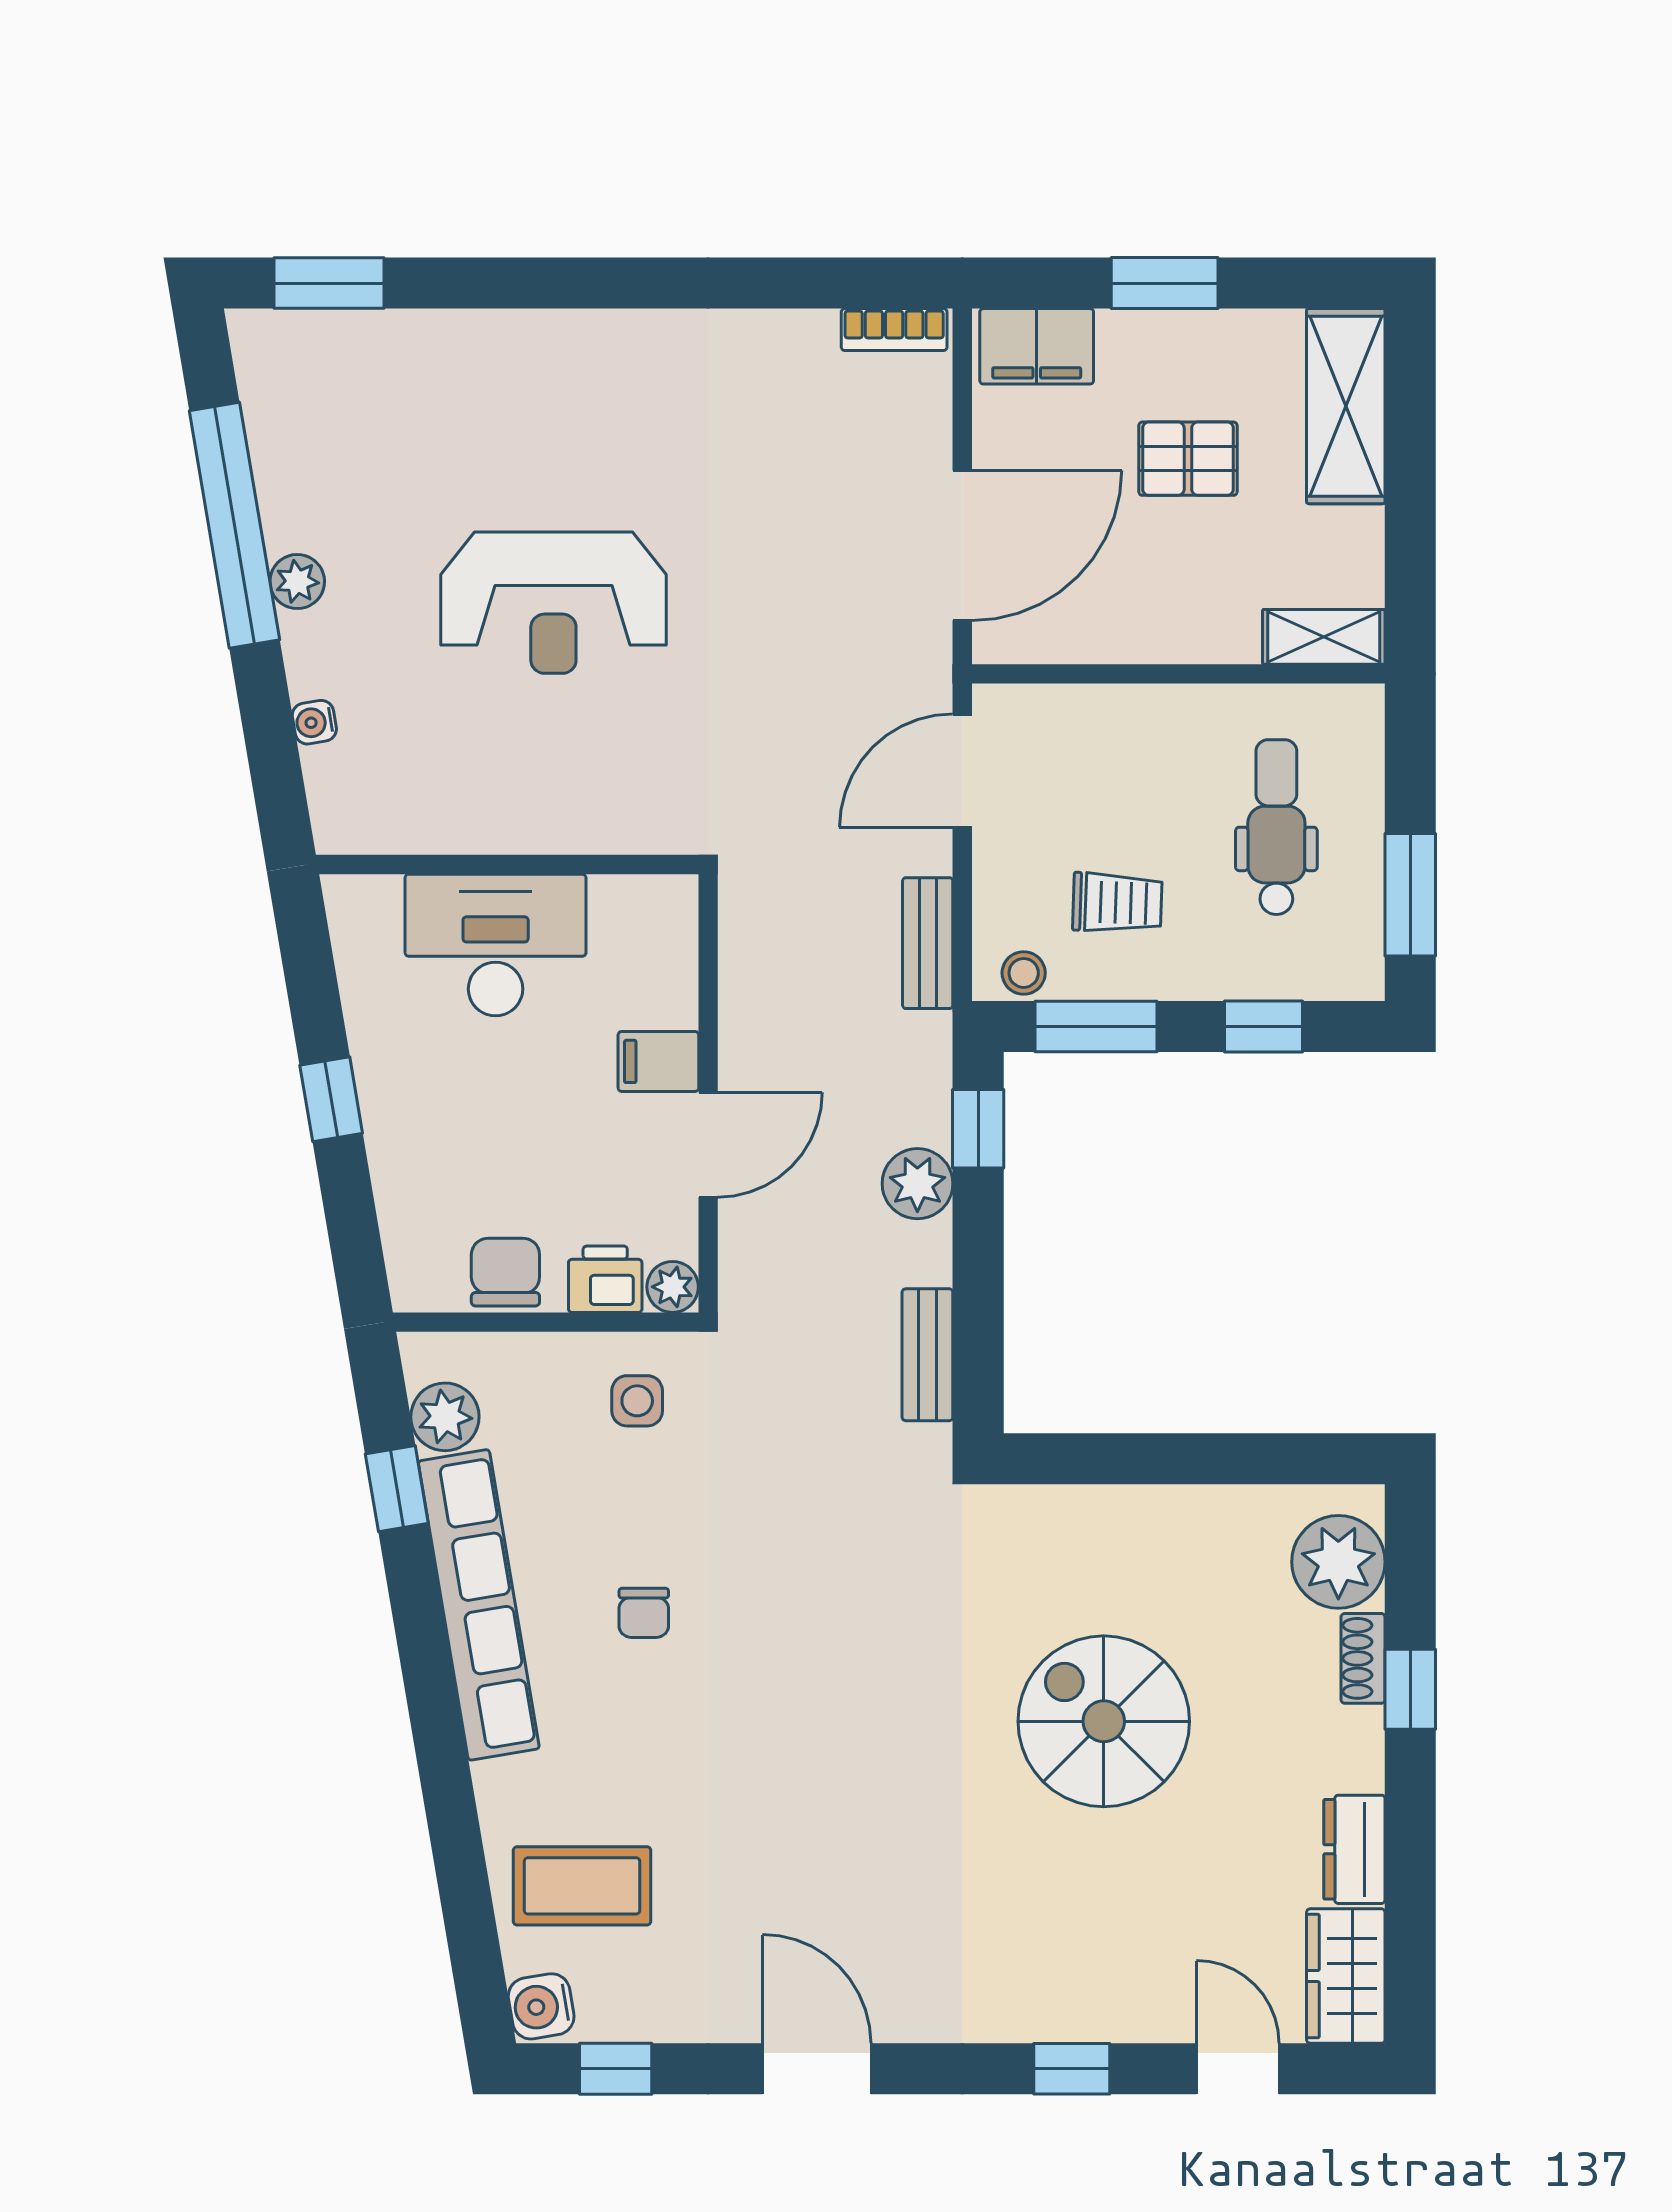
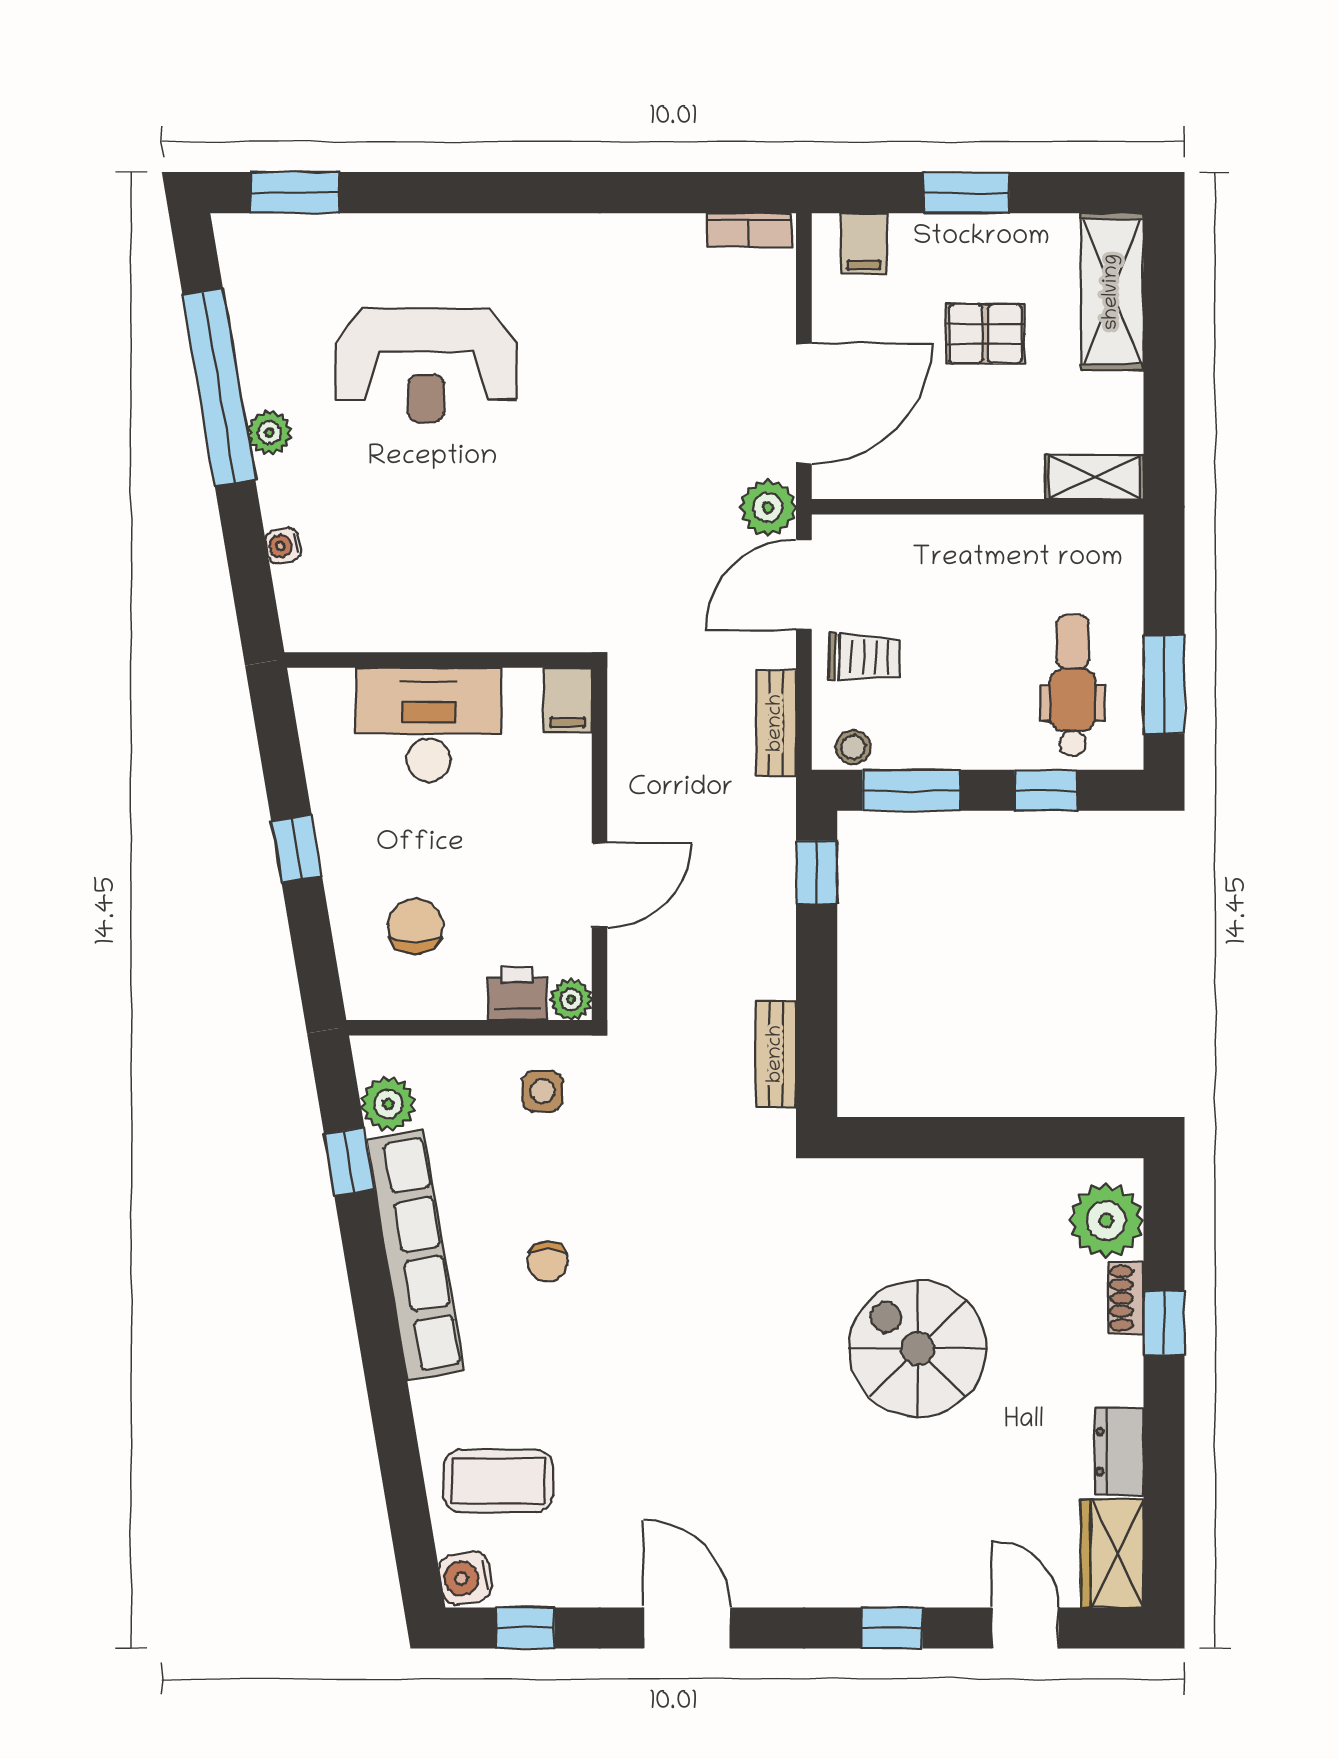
filing cabinet: (1037, 346) -> (864, 243), width x0.50
reception desk: (553, 603) -> (426, 365), moved
dental chair: (1276, 827) -> (1073, 686), moved
trolley: (1117, 903) -> (864, 657), moved
filing cabinet: (658, 1061) -> (568, 700), moved, turned -90
plant: (917, 1184) -> (768, 508), moved
chair: (505, 1272) -> (415, 926), moved

